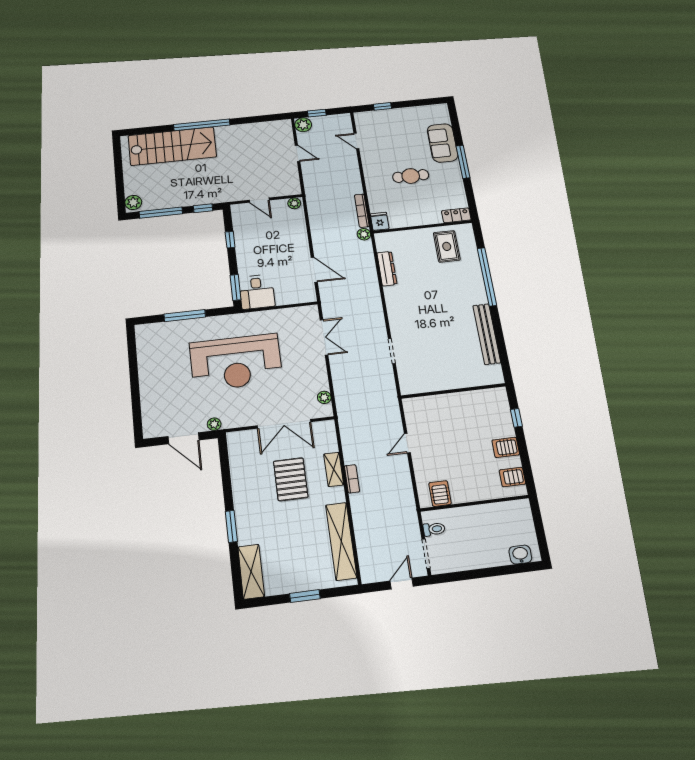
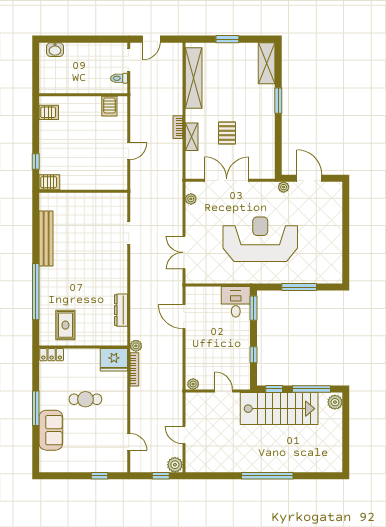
stairs: (172, 146) -> (279, 409), moved, turned 180
fridge: (380, 221) -> (114, 360), width x1.88, depth x1.34
server rack: (506, 447) -> (49, 182), moved
pallet: (291, 479) -> (227, 133), width x0.67, depth x0.71

